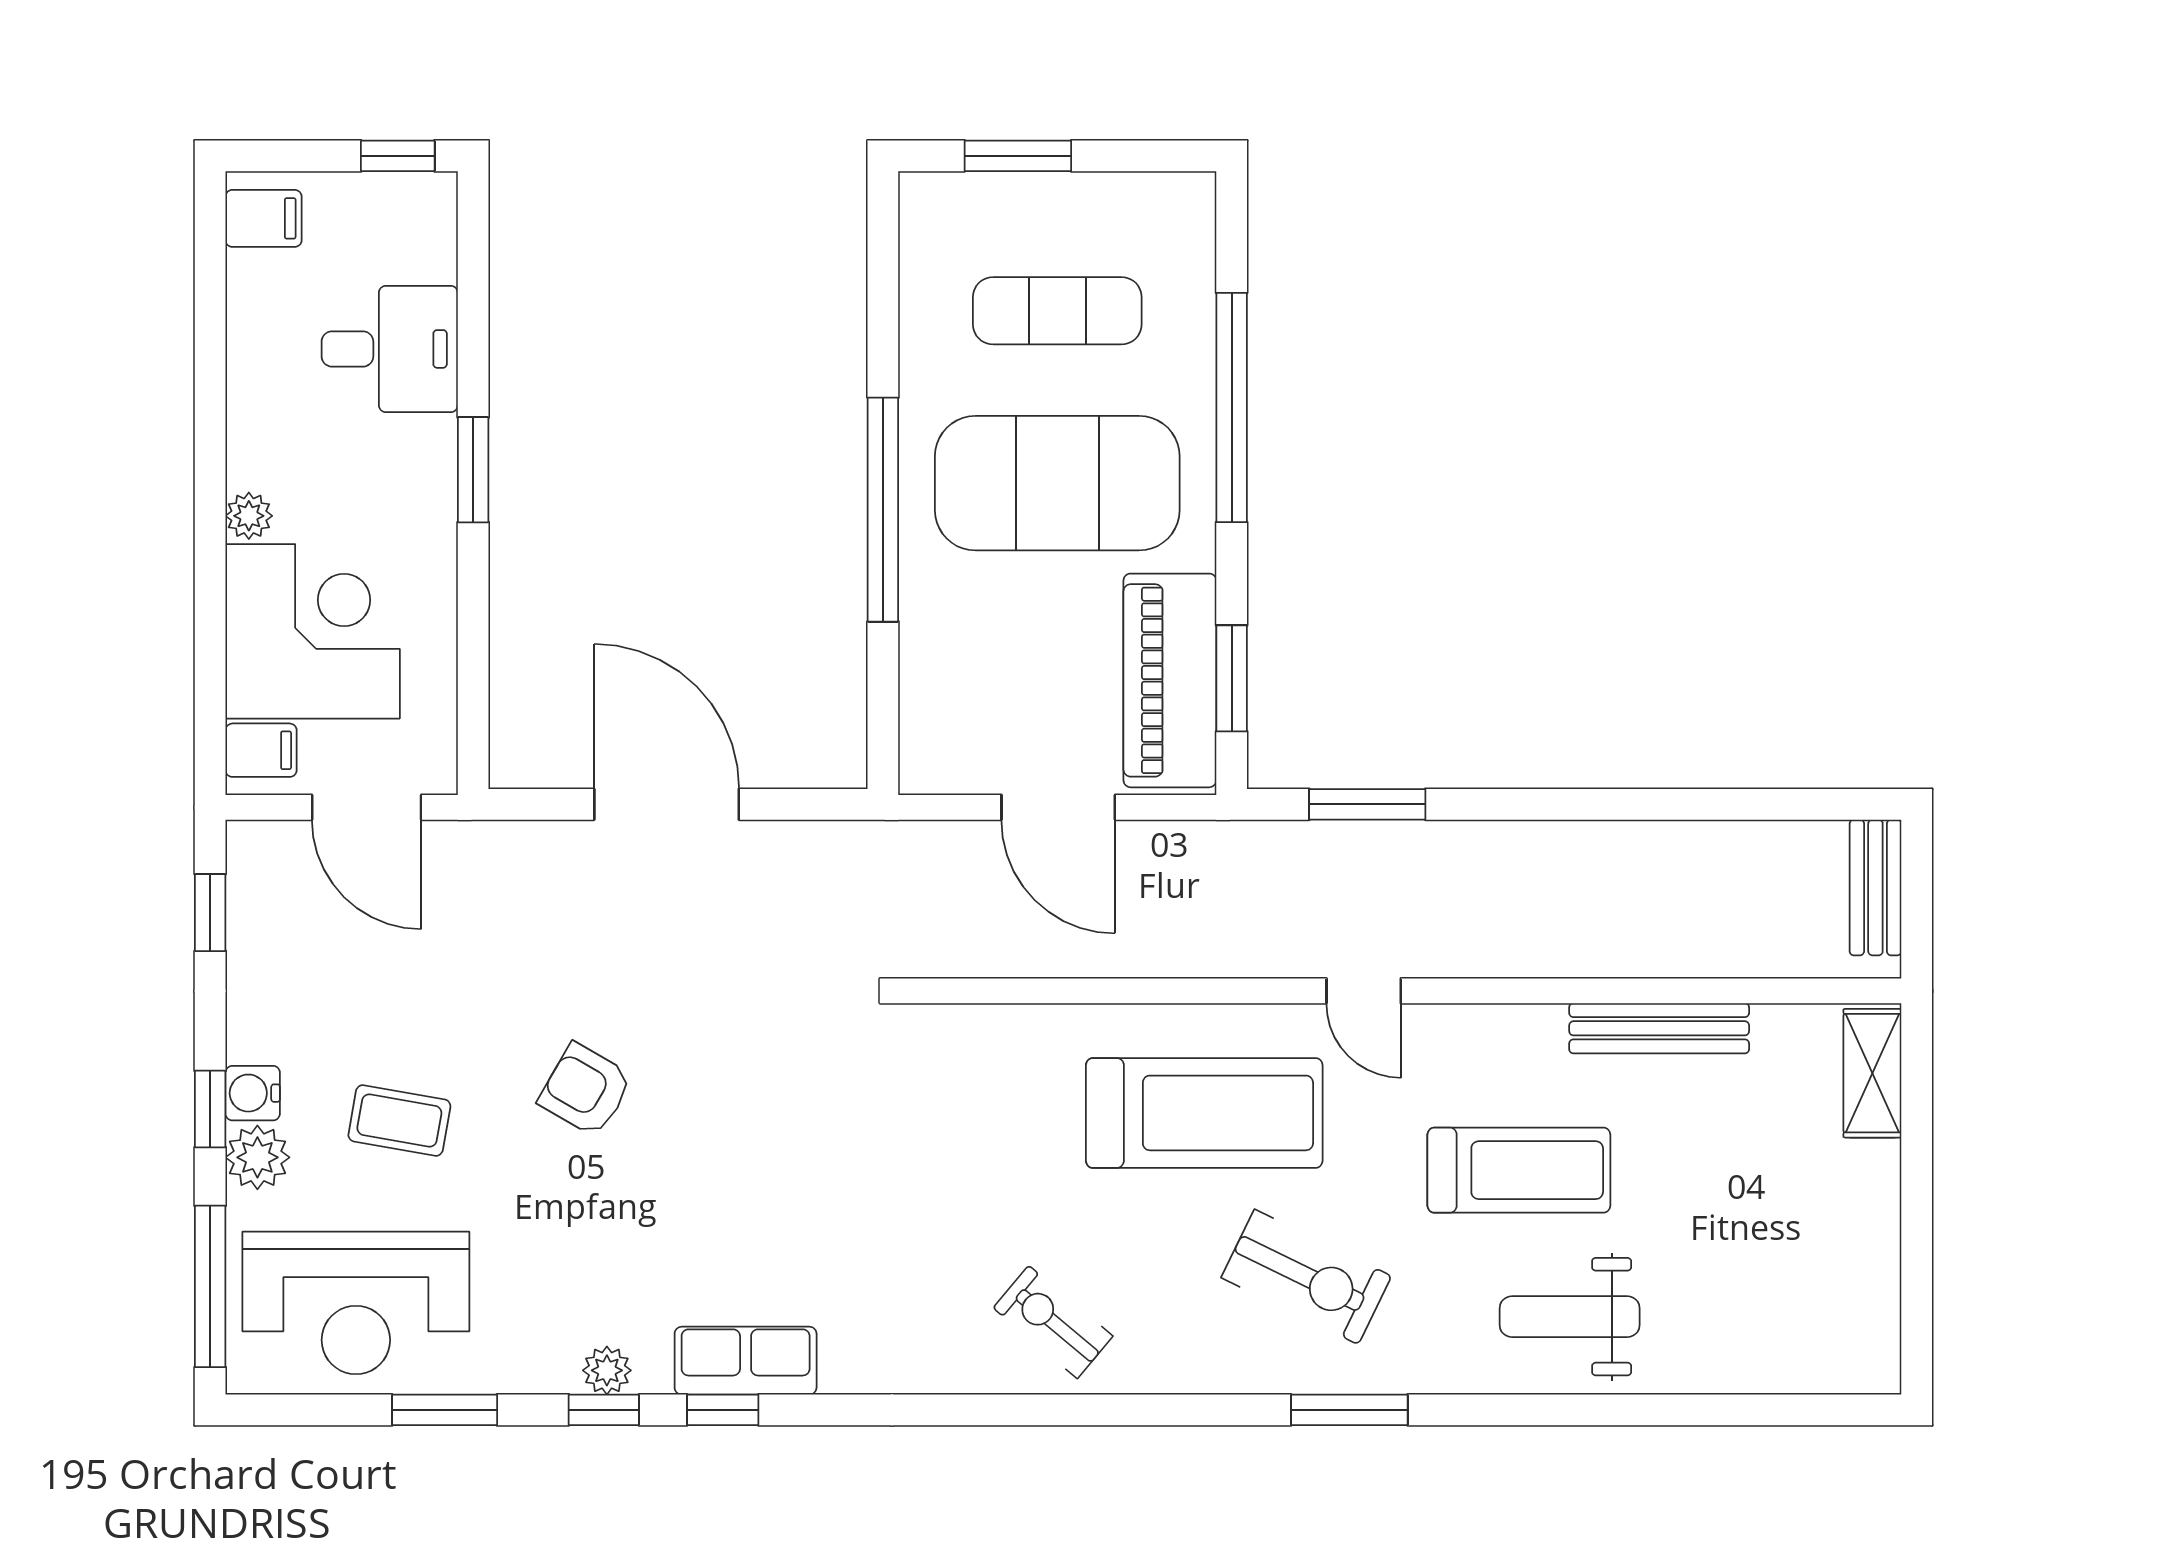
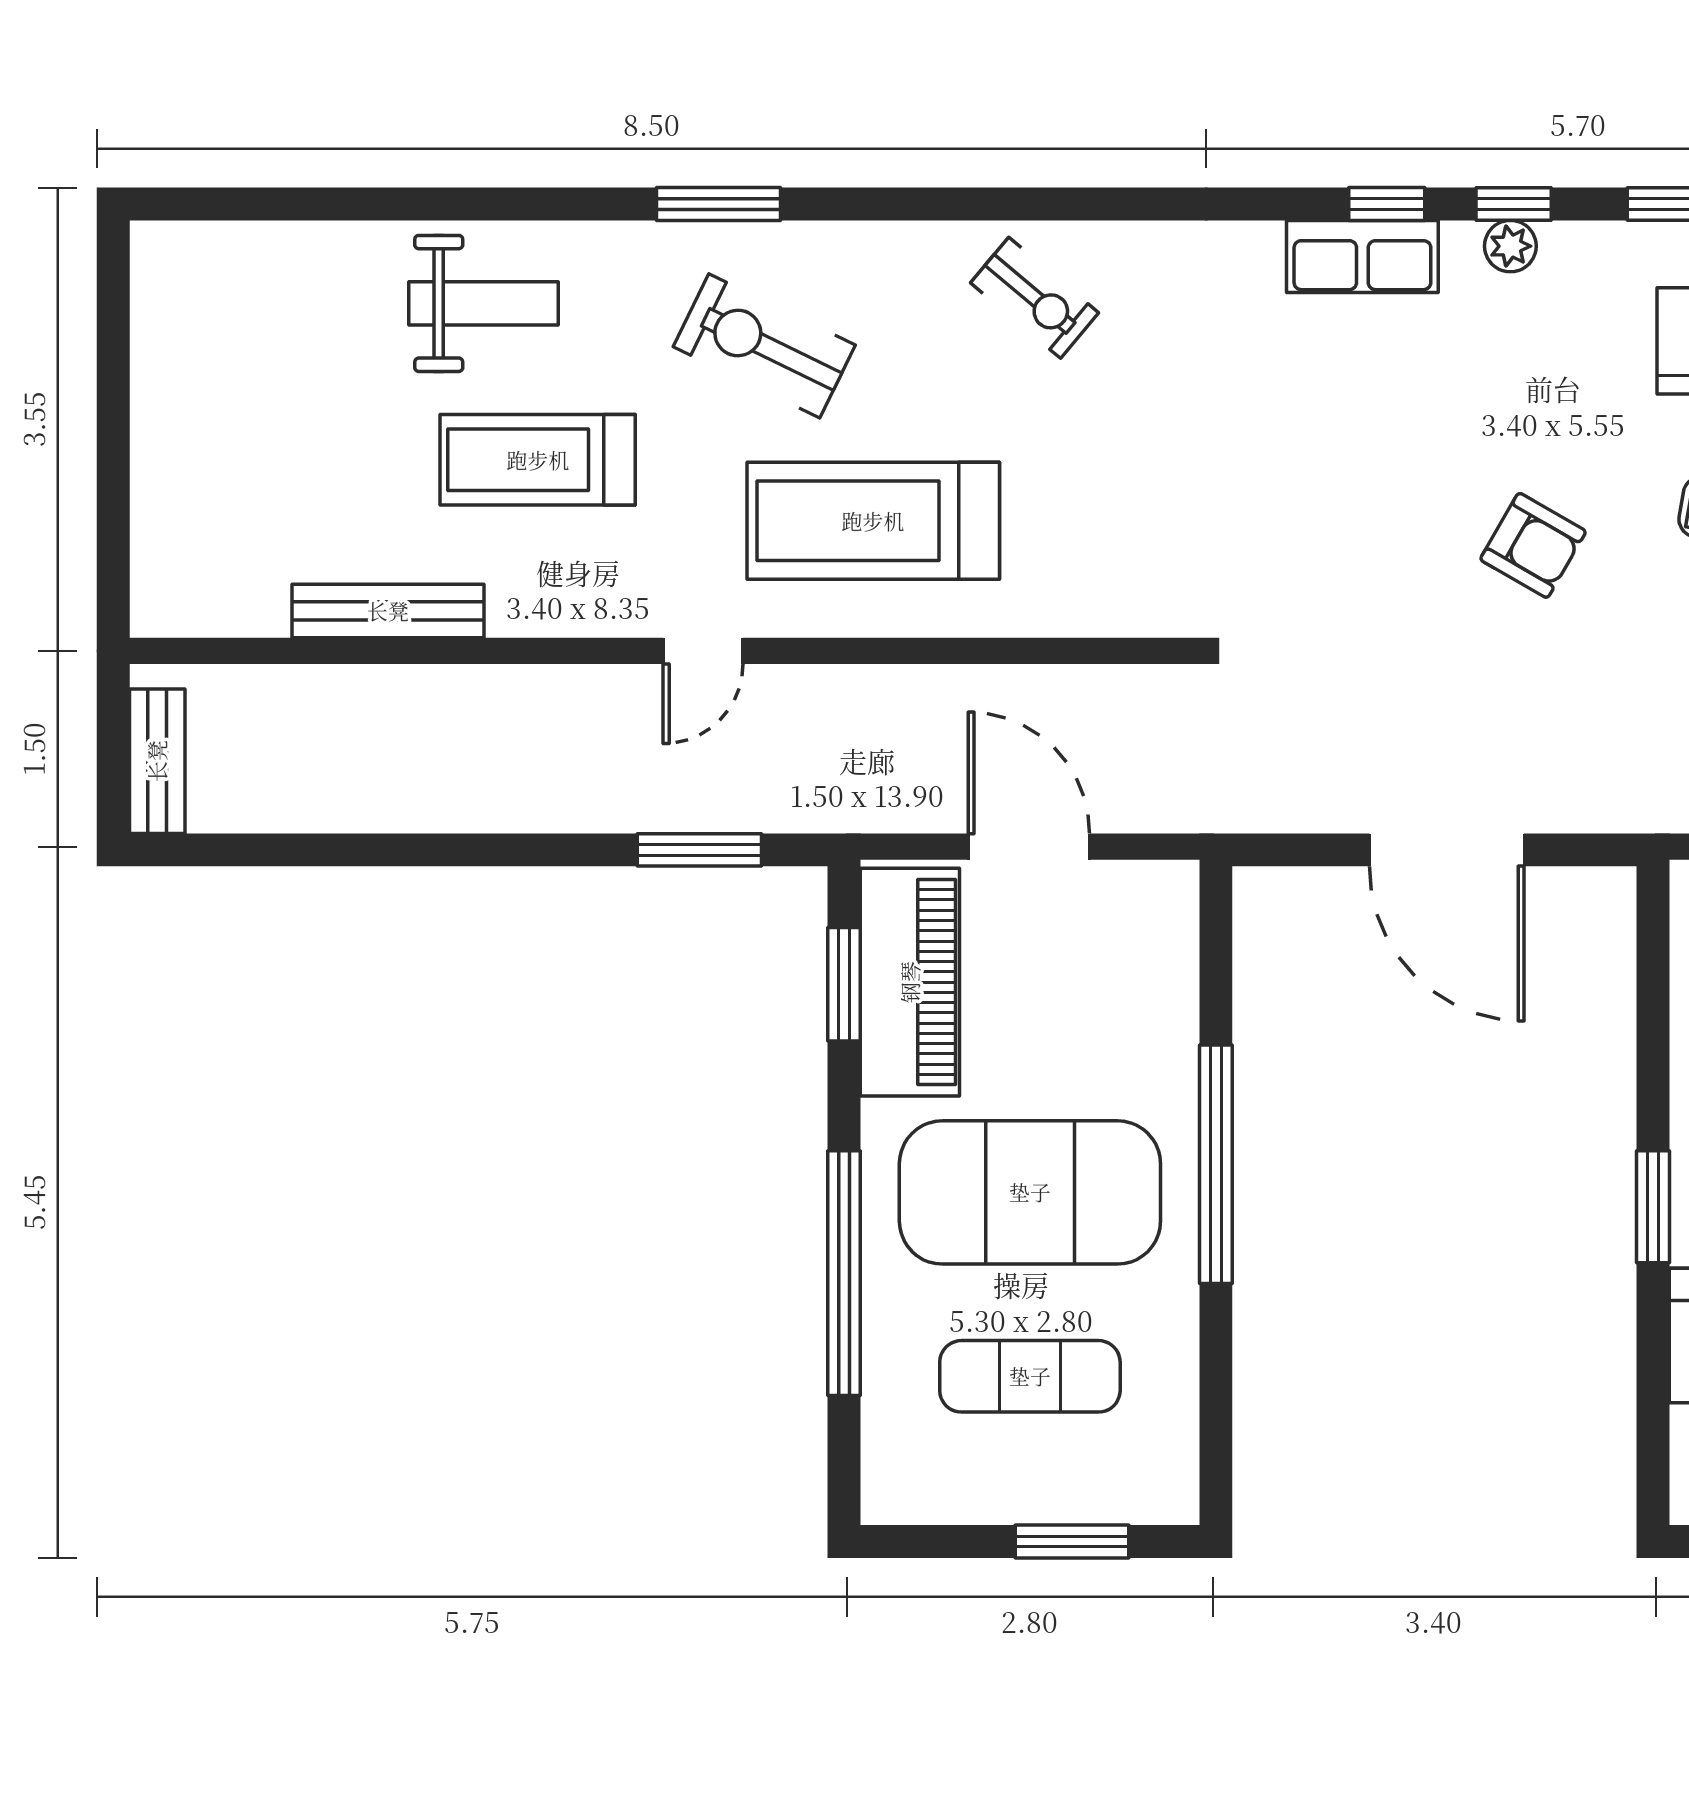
door: (1364, 991) -> (703, 651), swing flipped
shelving: (1872, 1073) -> (160, 563), removed

